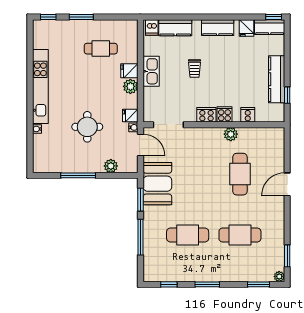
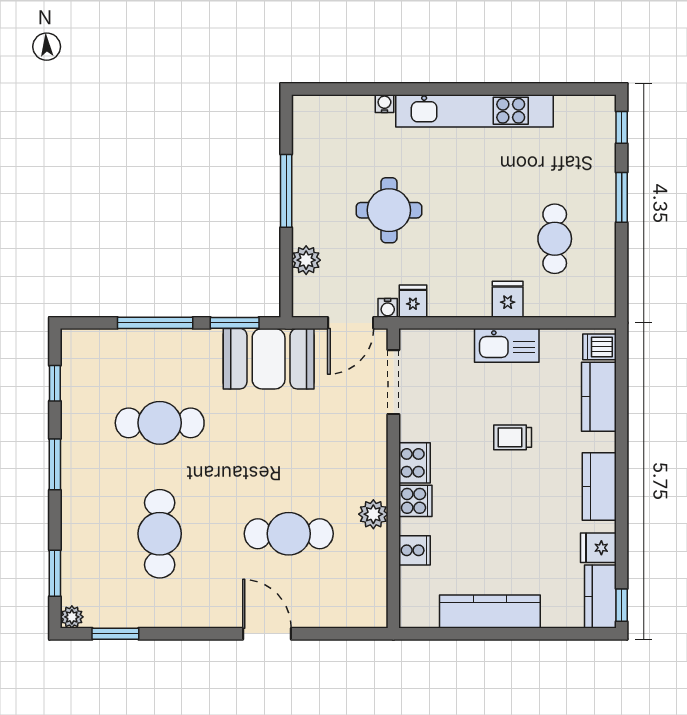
plant: (130, 86) -> (475, 302), removed
window: (287, 95) -> (456, 634), removed
cafe table: (188, 235) -> (160, 423), turned 90

